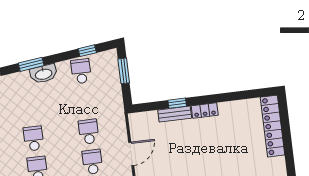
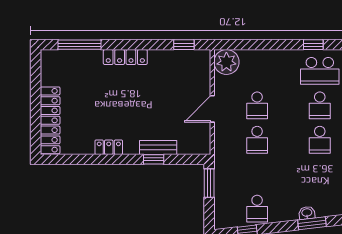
window: (124, 71) -> (209, 183), moved
washbasin: (43, 74) -> (307, 213), width x0.52, depth x0.69
locker: (205, 111) -> (109, 147), moved

